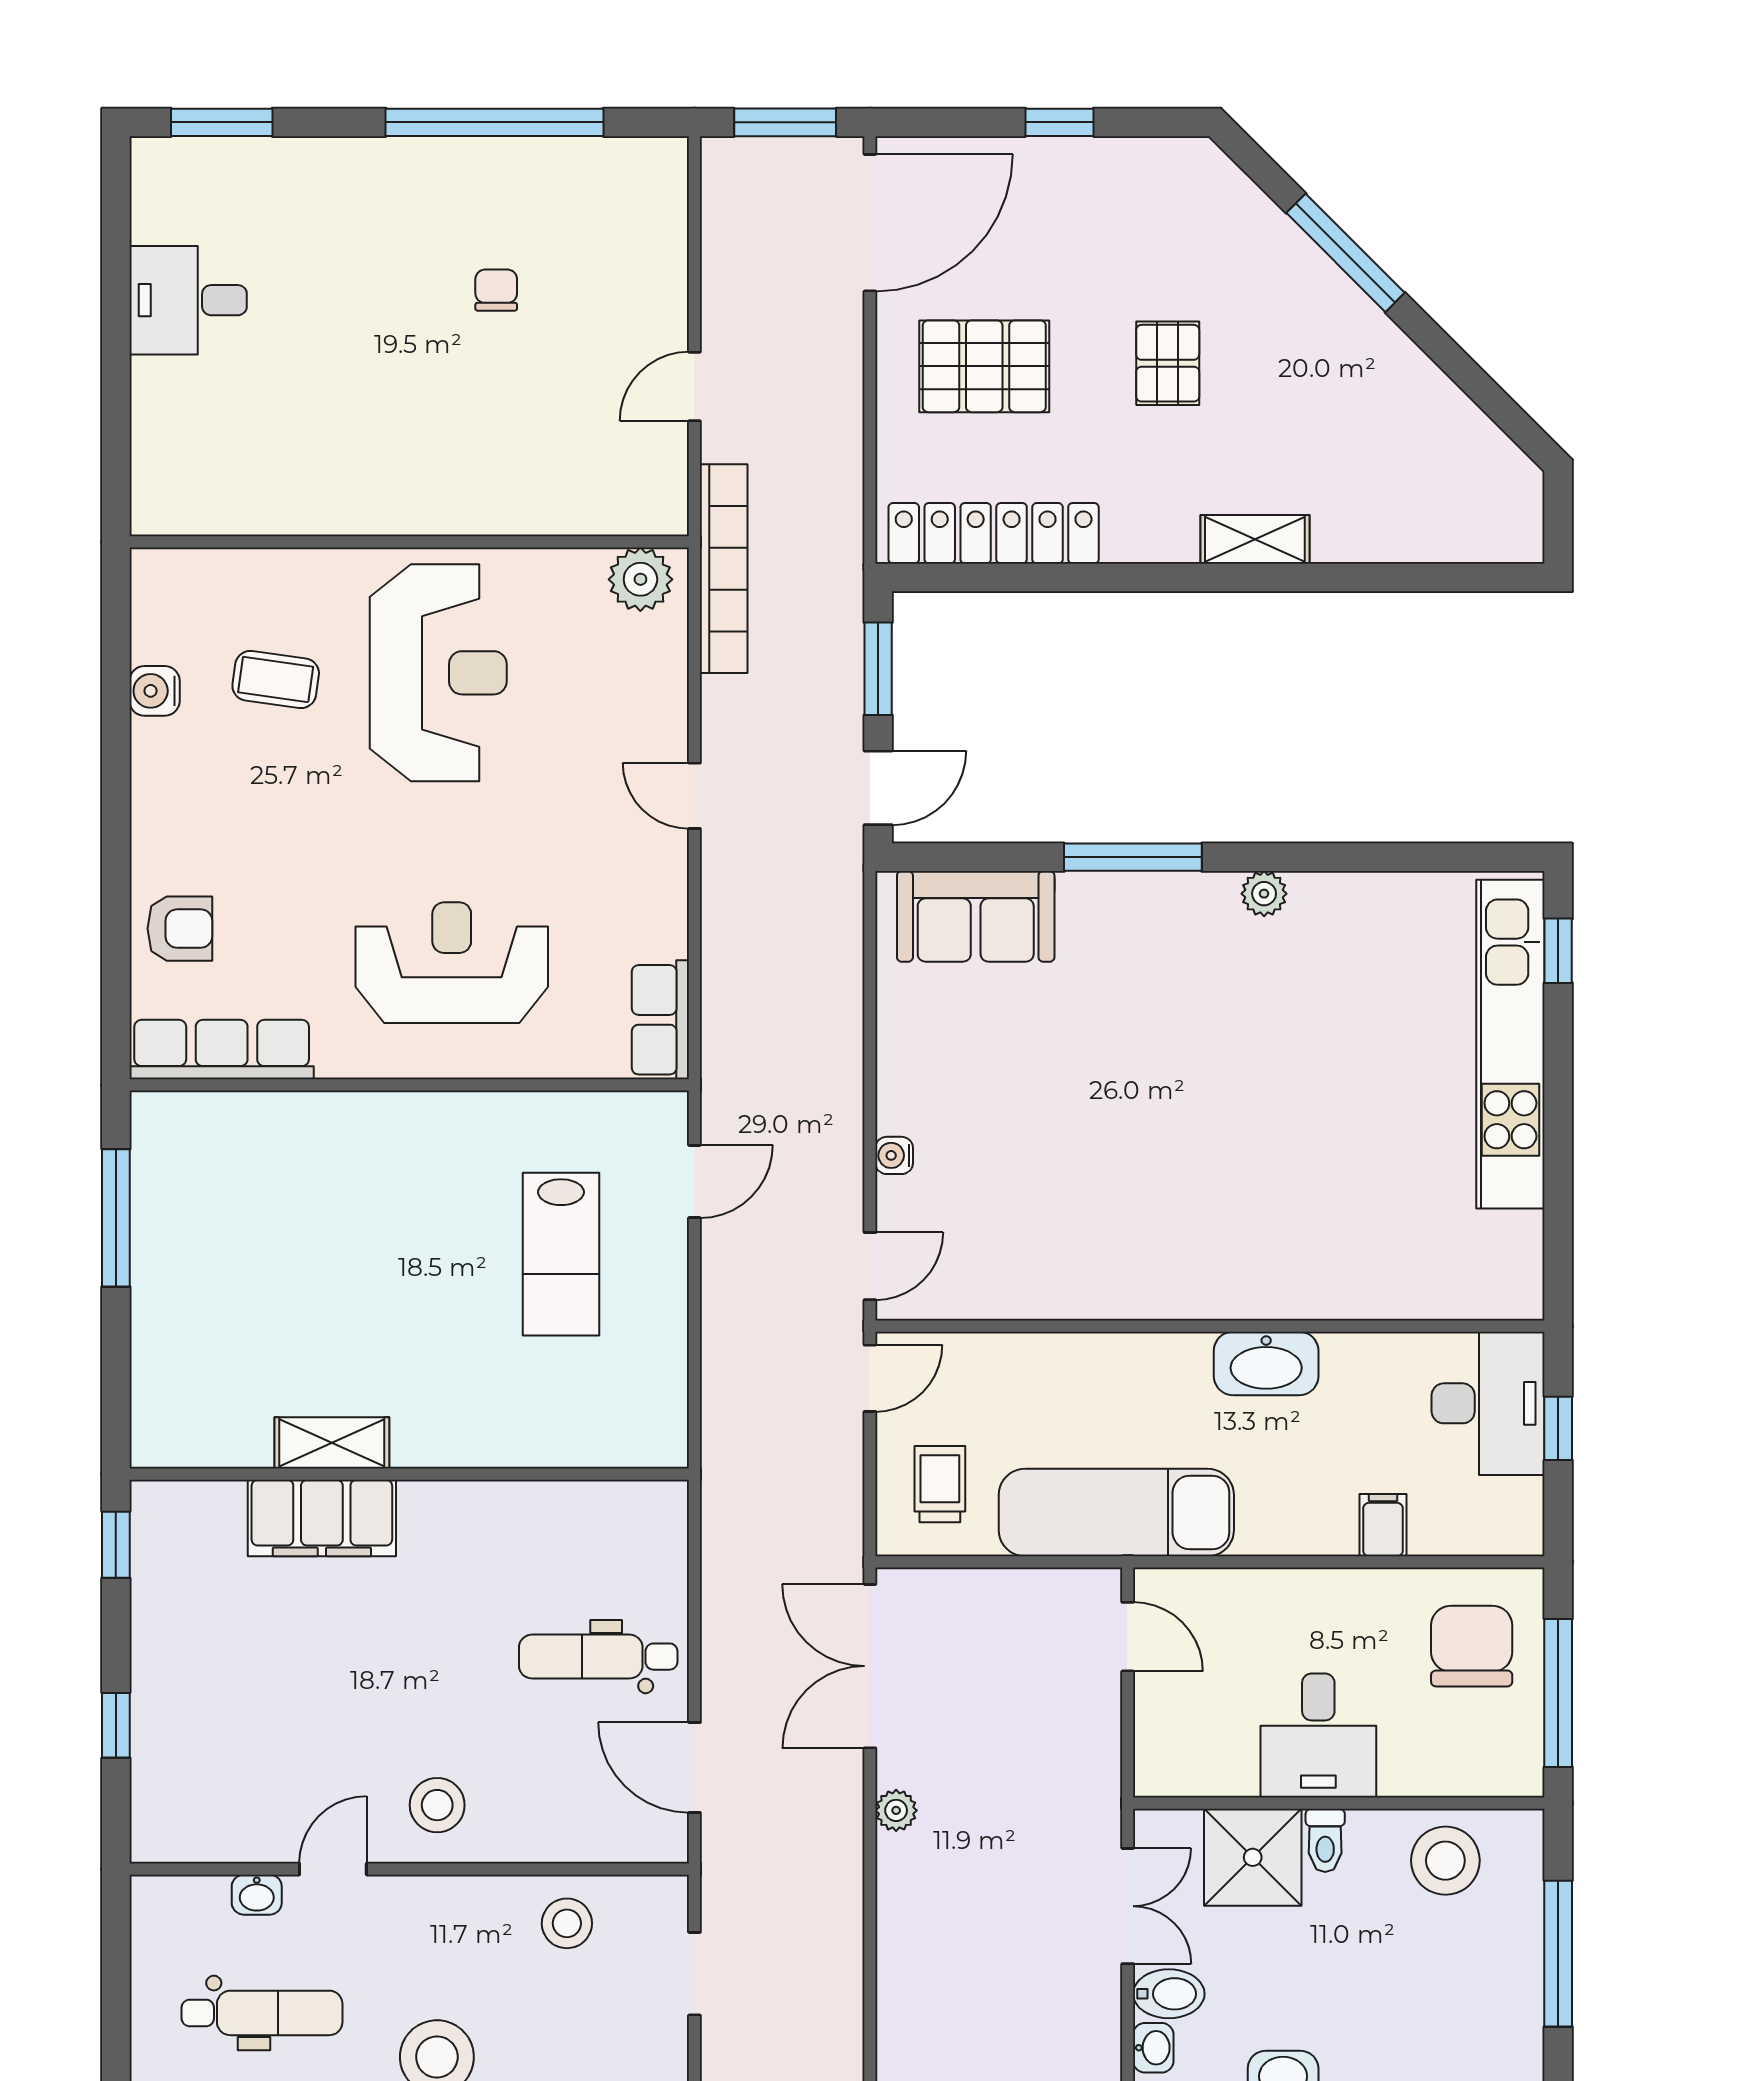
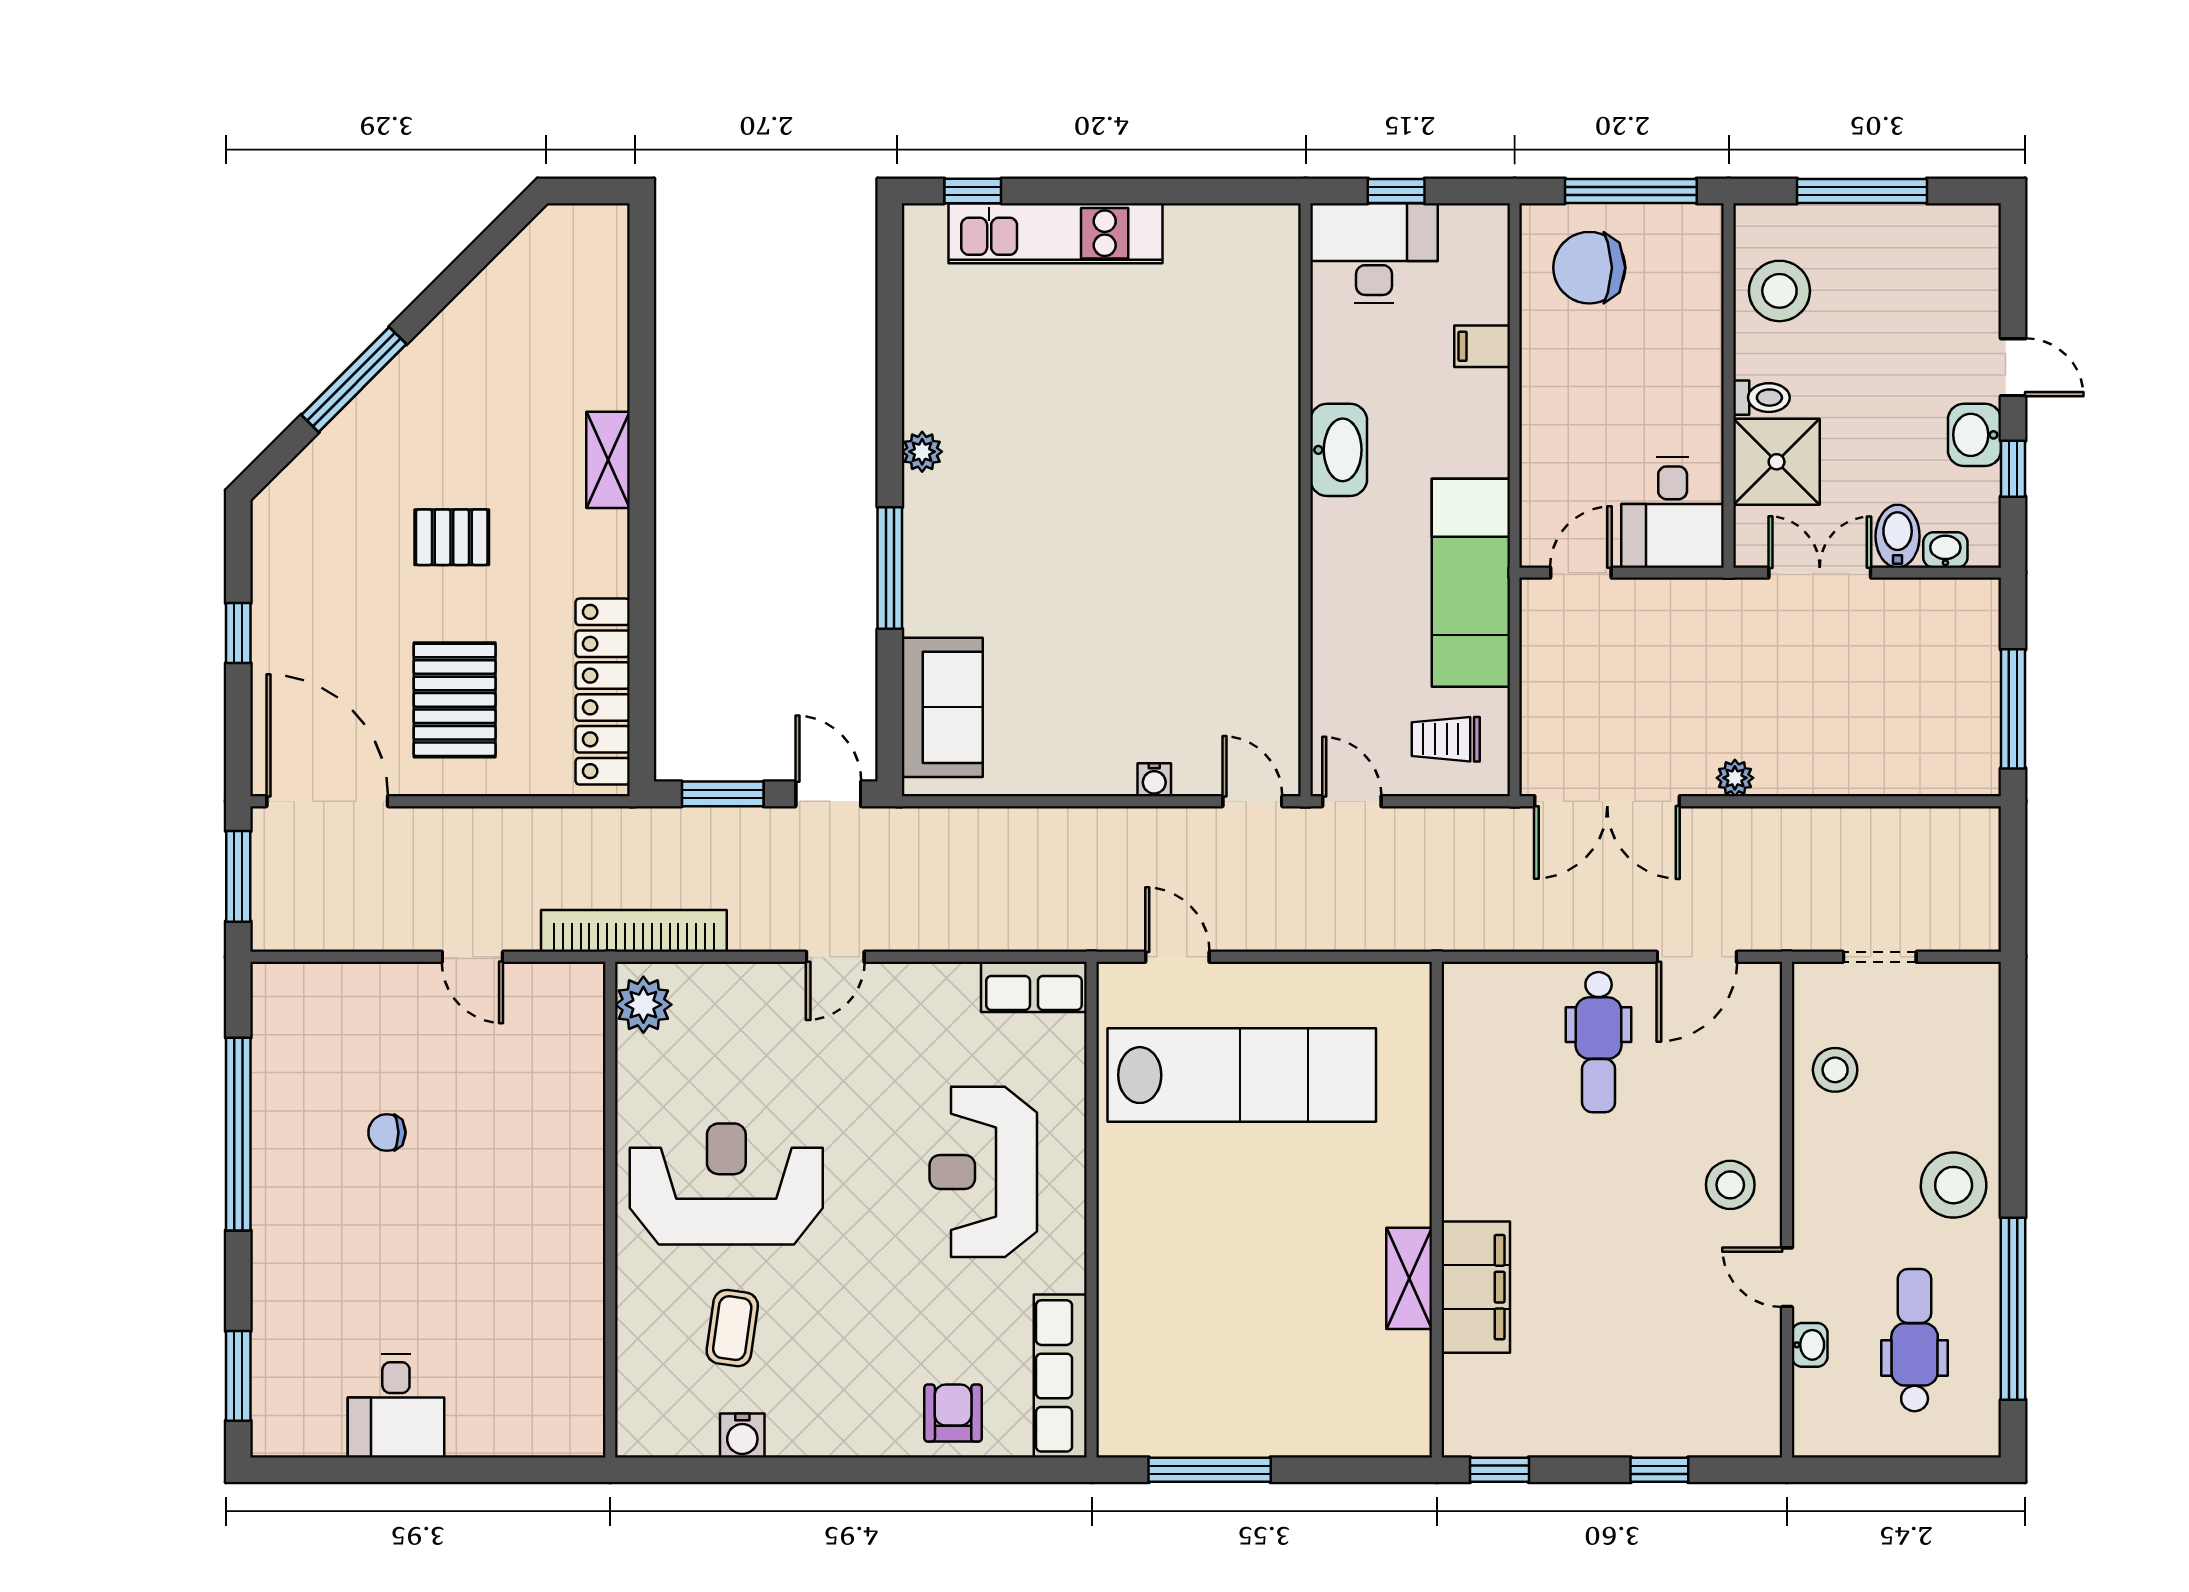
kitchen unit: (1510, 1044) -> (1055, 233), width x0.73
lab bench: (561, 1254) -> (1242, 1075), width x1.86, depth x1.39
desk: (1318, 1736) -> (1673, 513), moved, turned 90

